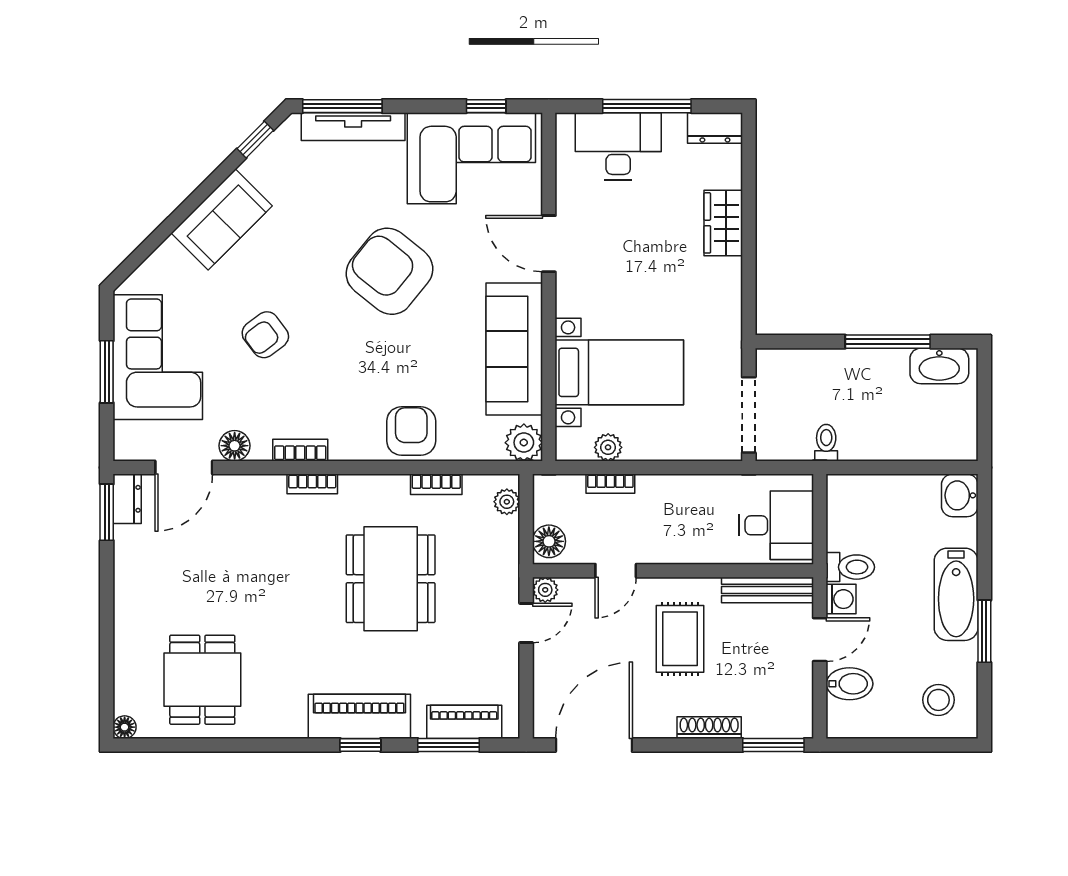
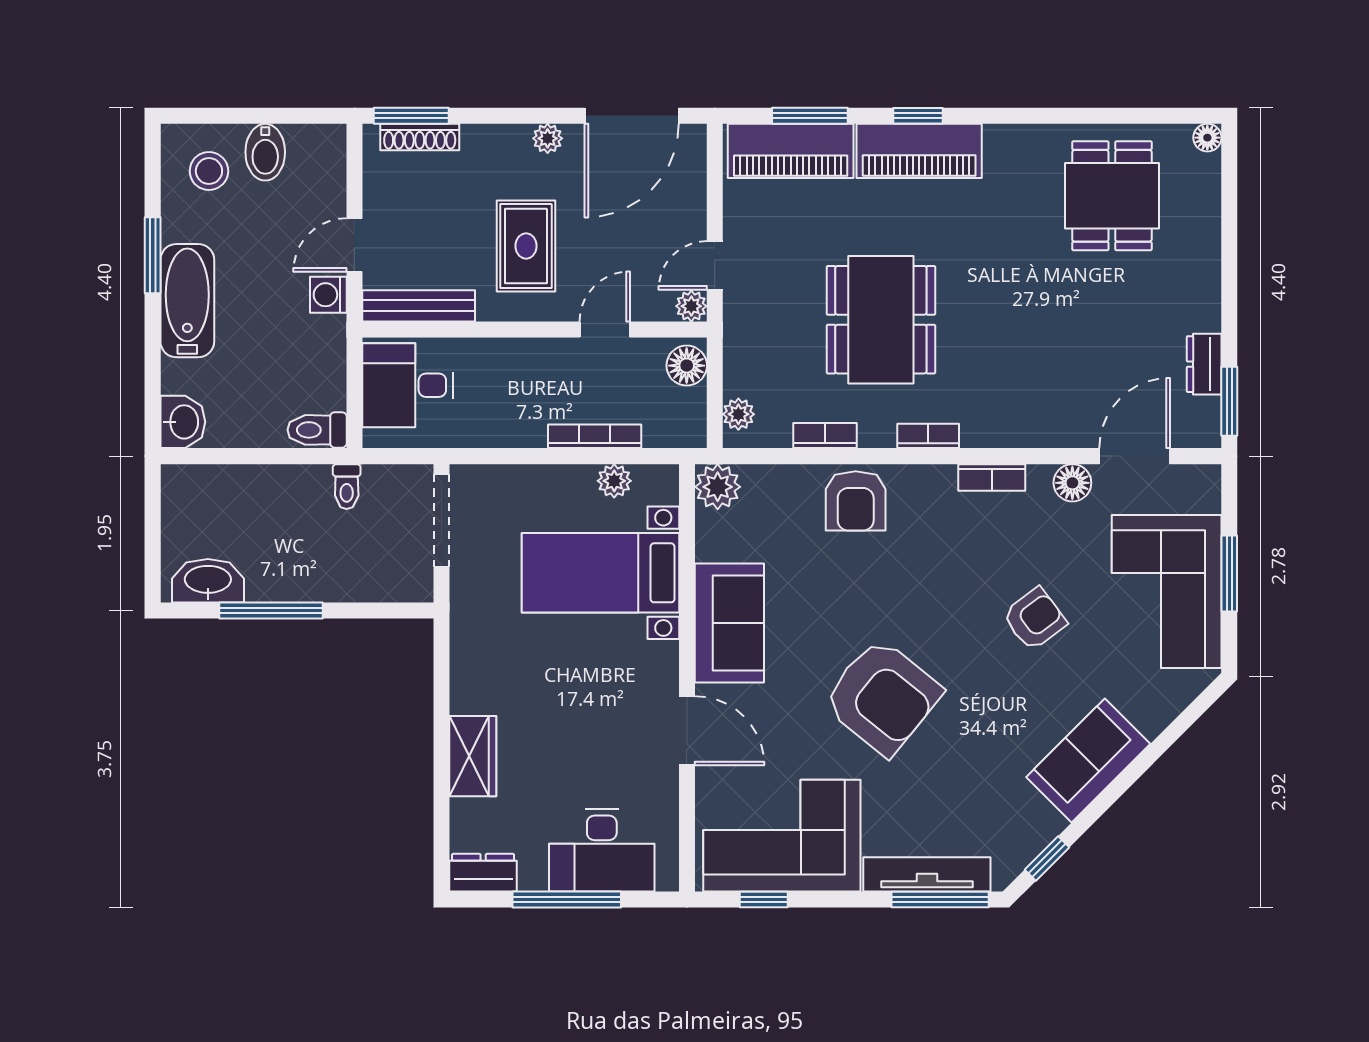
sofa: (514, 349) -> (729, 623), width x0.73
bookcase: (312, 484) -> (928, 436), moved
bookcase: (610, 484) -> (595, 436), width x1.56
dresser: (127, 499) -> (1204, 364), moved
toilet: (850, 567) -> (317, 430), moved
bidet: (849, 684) -> (265, 152), moved, turned -90
piano: (464, 722) -> (791, 151), width x1.37, depth x1.33
plant: (662, 726) -> (548, 138), added
shoe rack: (709, 728) -> (420, 137), moved

